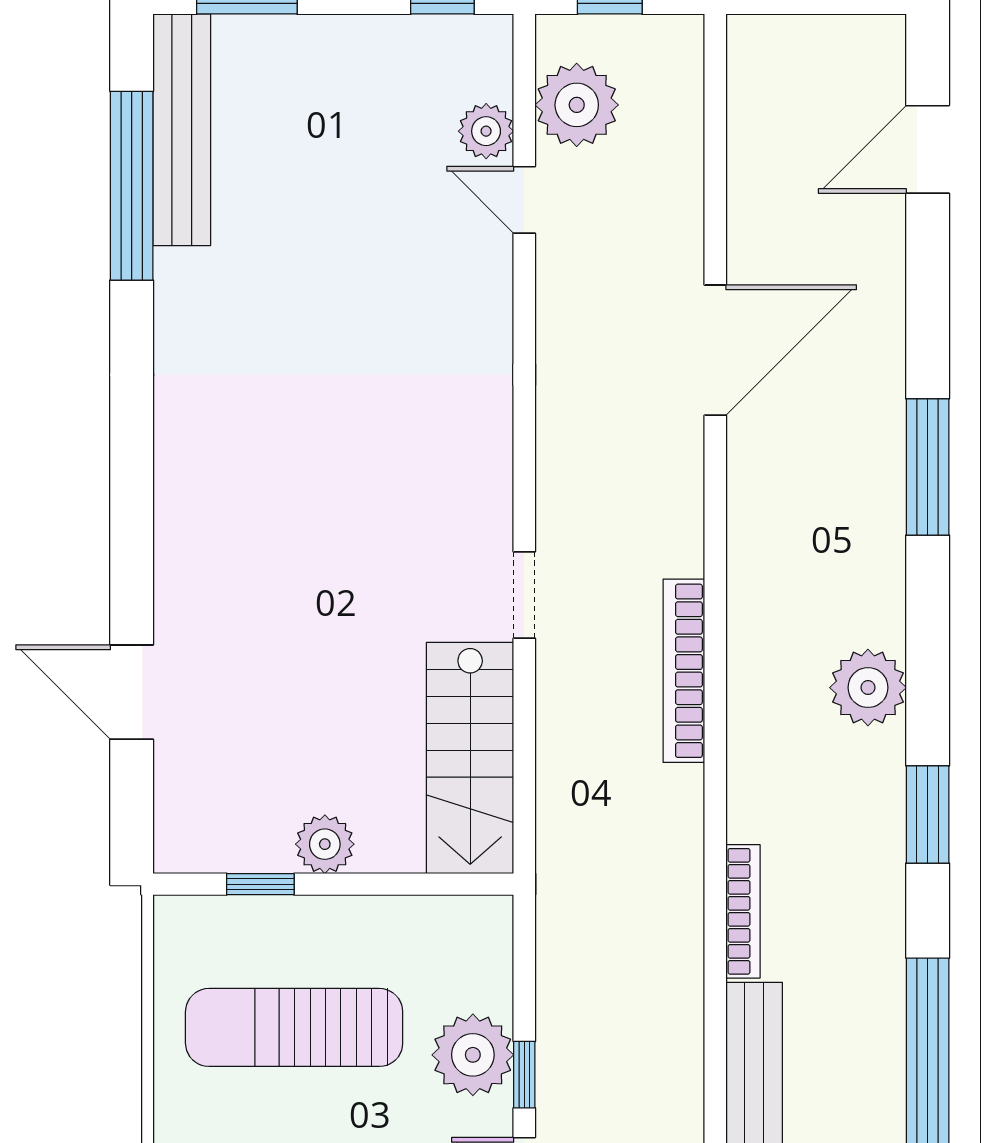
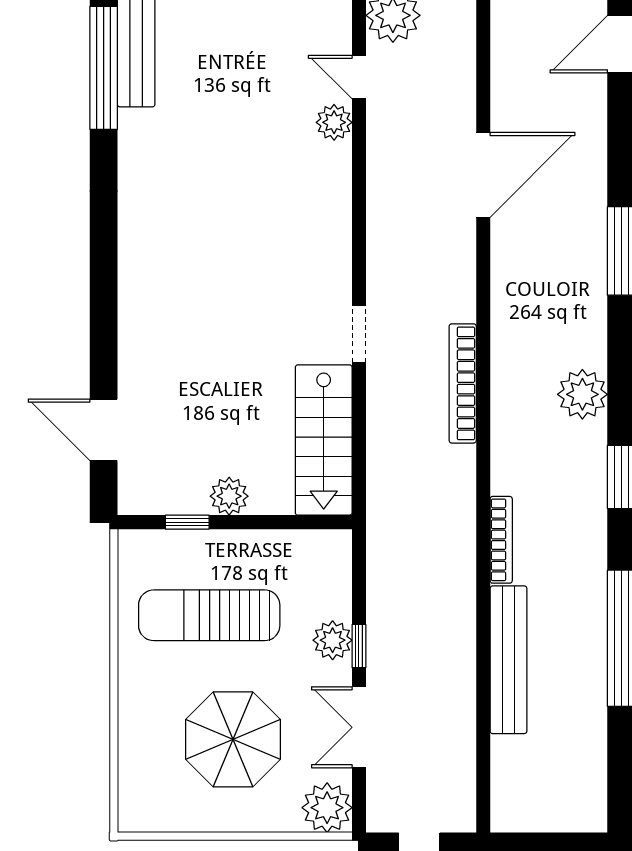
plant: (486, 131) -> (334, 122), moved
door: (132, 692) -> (104, 430), moved
plant: (473, 1055) -> (333, 640), width x0.73, depth x0.73

